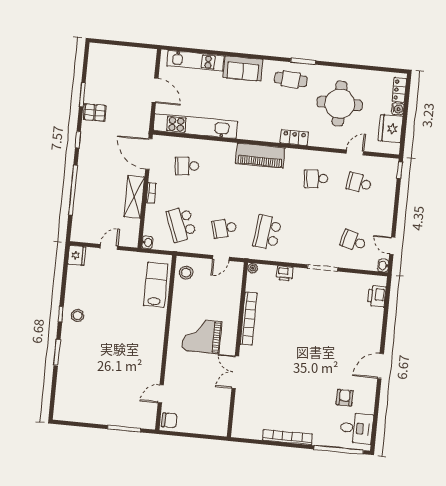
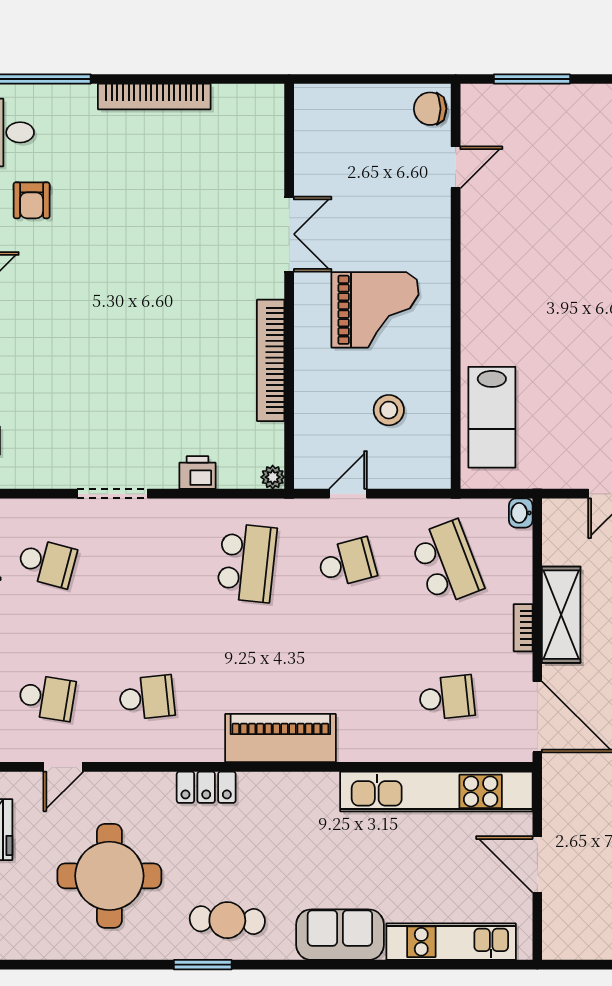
stool: (186, 273) -> (389, 410), moved

